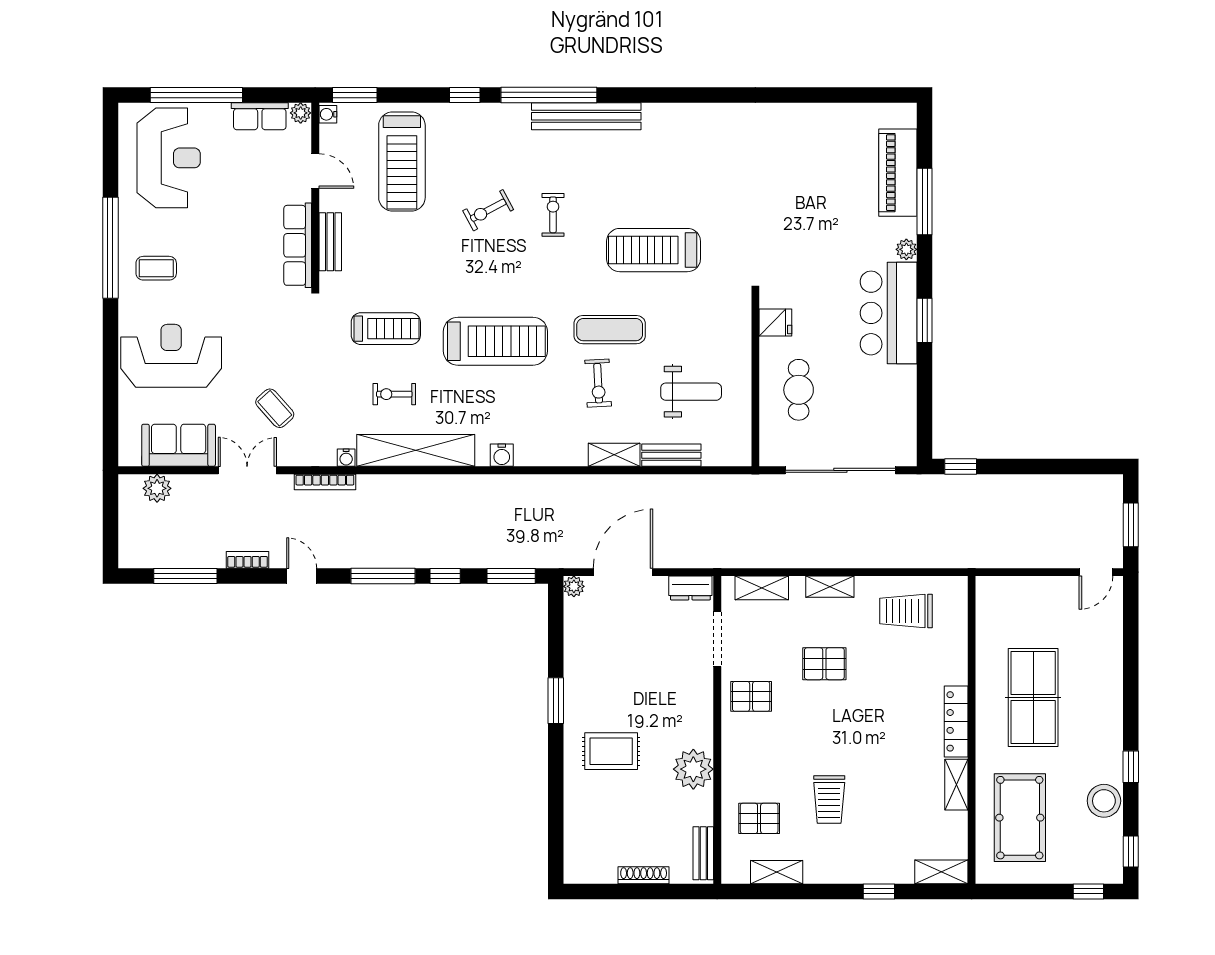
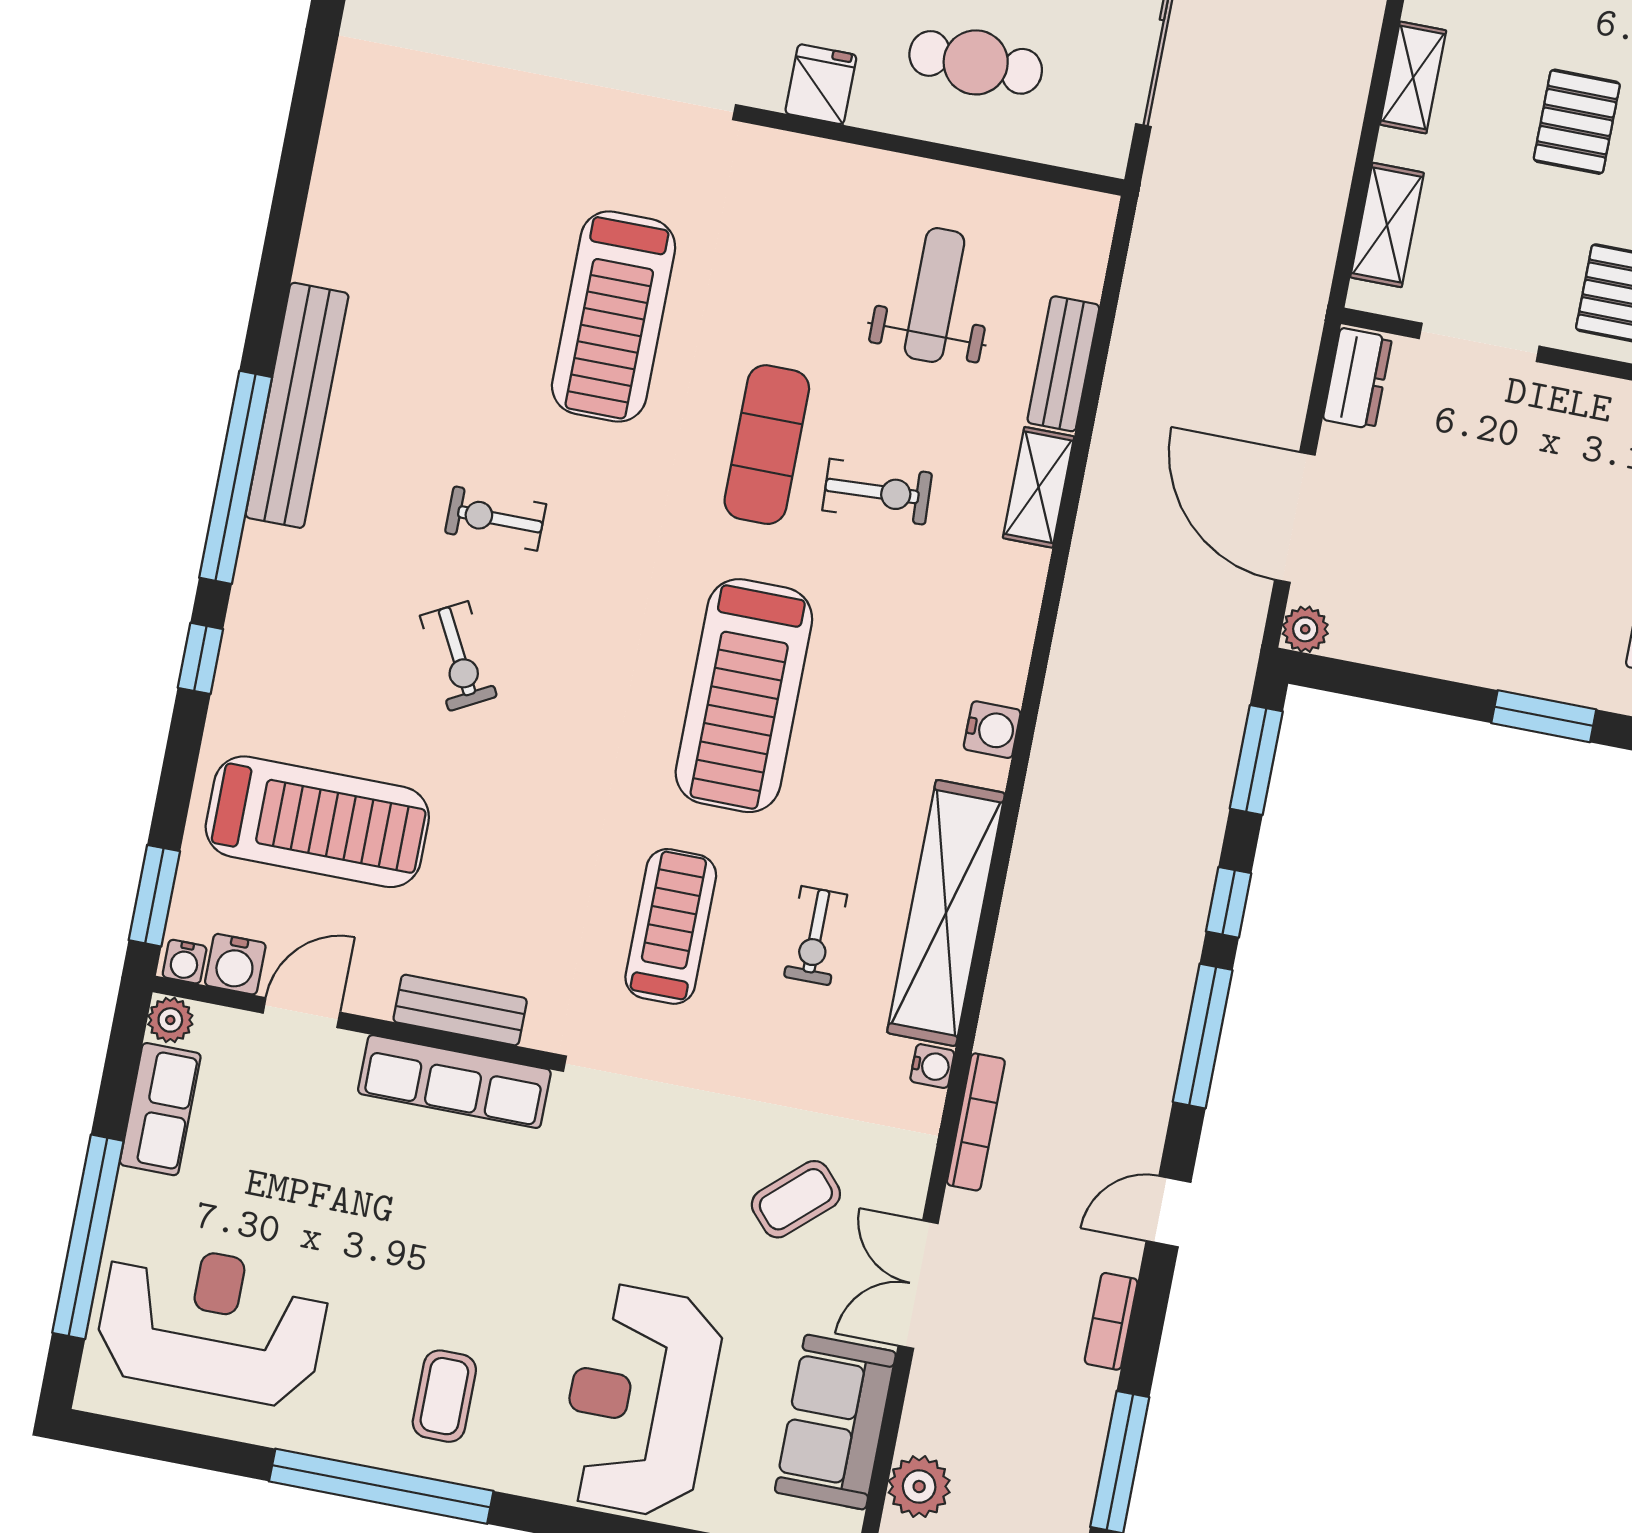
water cooler: (331, 137) -> (235, 964), added
treadmill: (495, 341) -> (744, 696), turned 180

